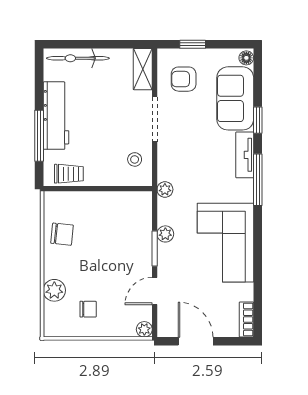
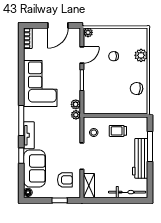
trolley: (69, 174) -> (118, 131), moved
plant: (165, 234) -> (76, 104), moved
chair: (88, 309) -> (114, 56), moved
door: (196, 341) -> (58, 25), hinge flipped

